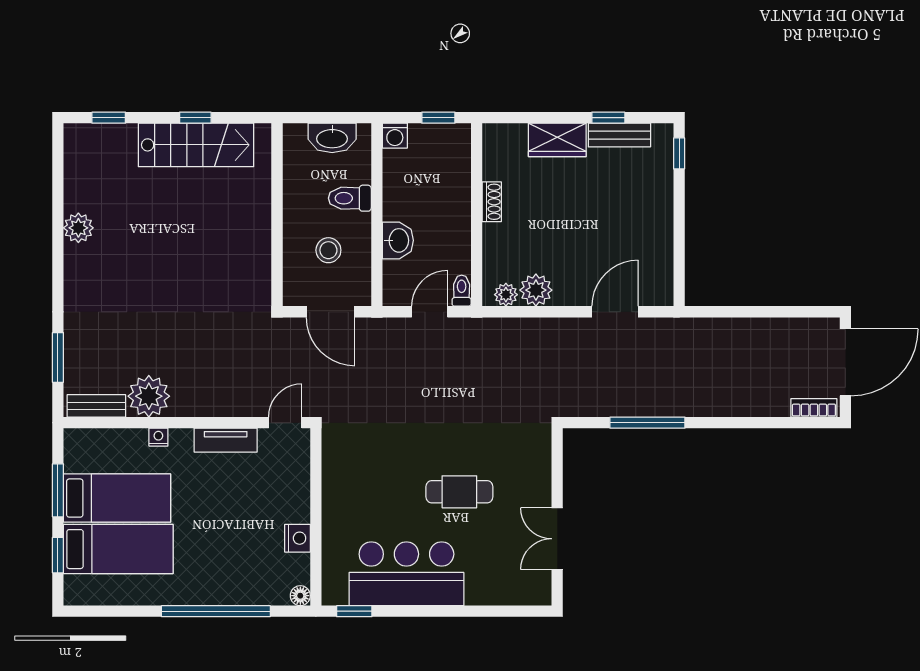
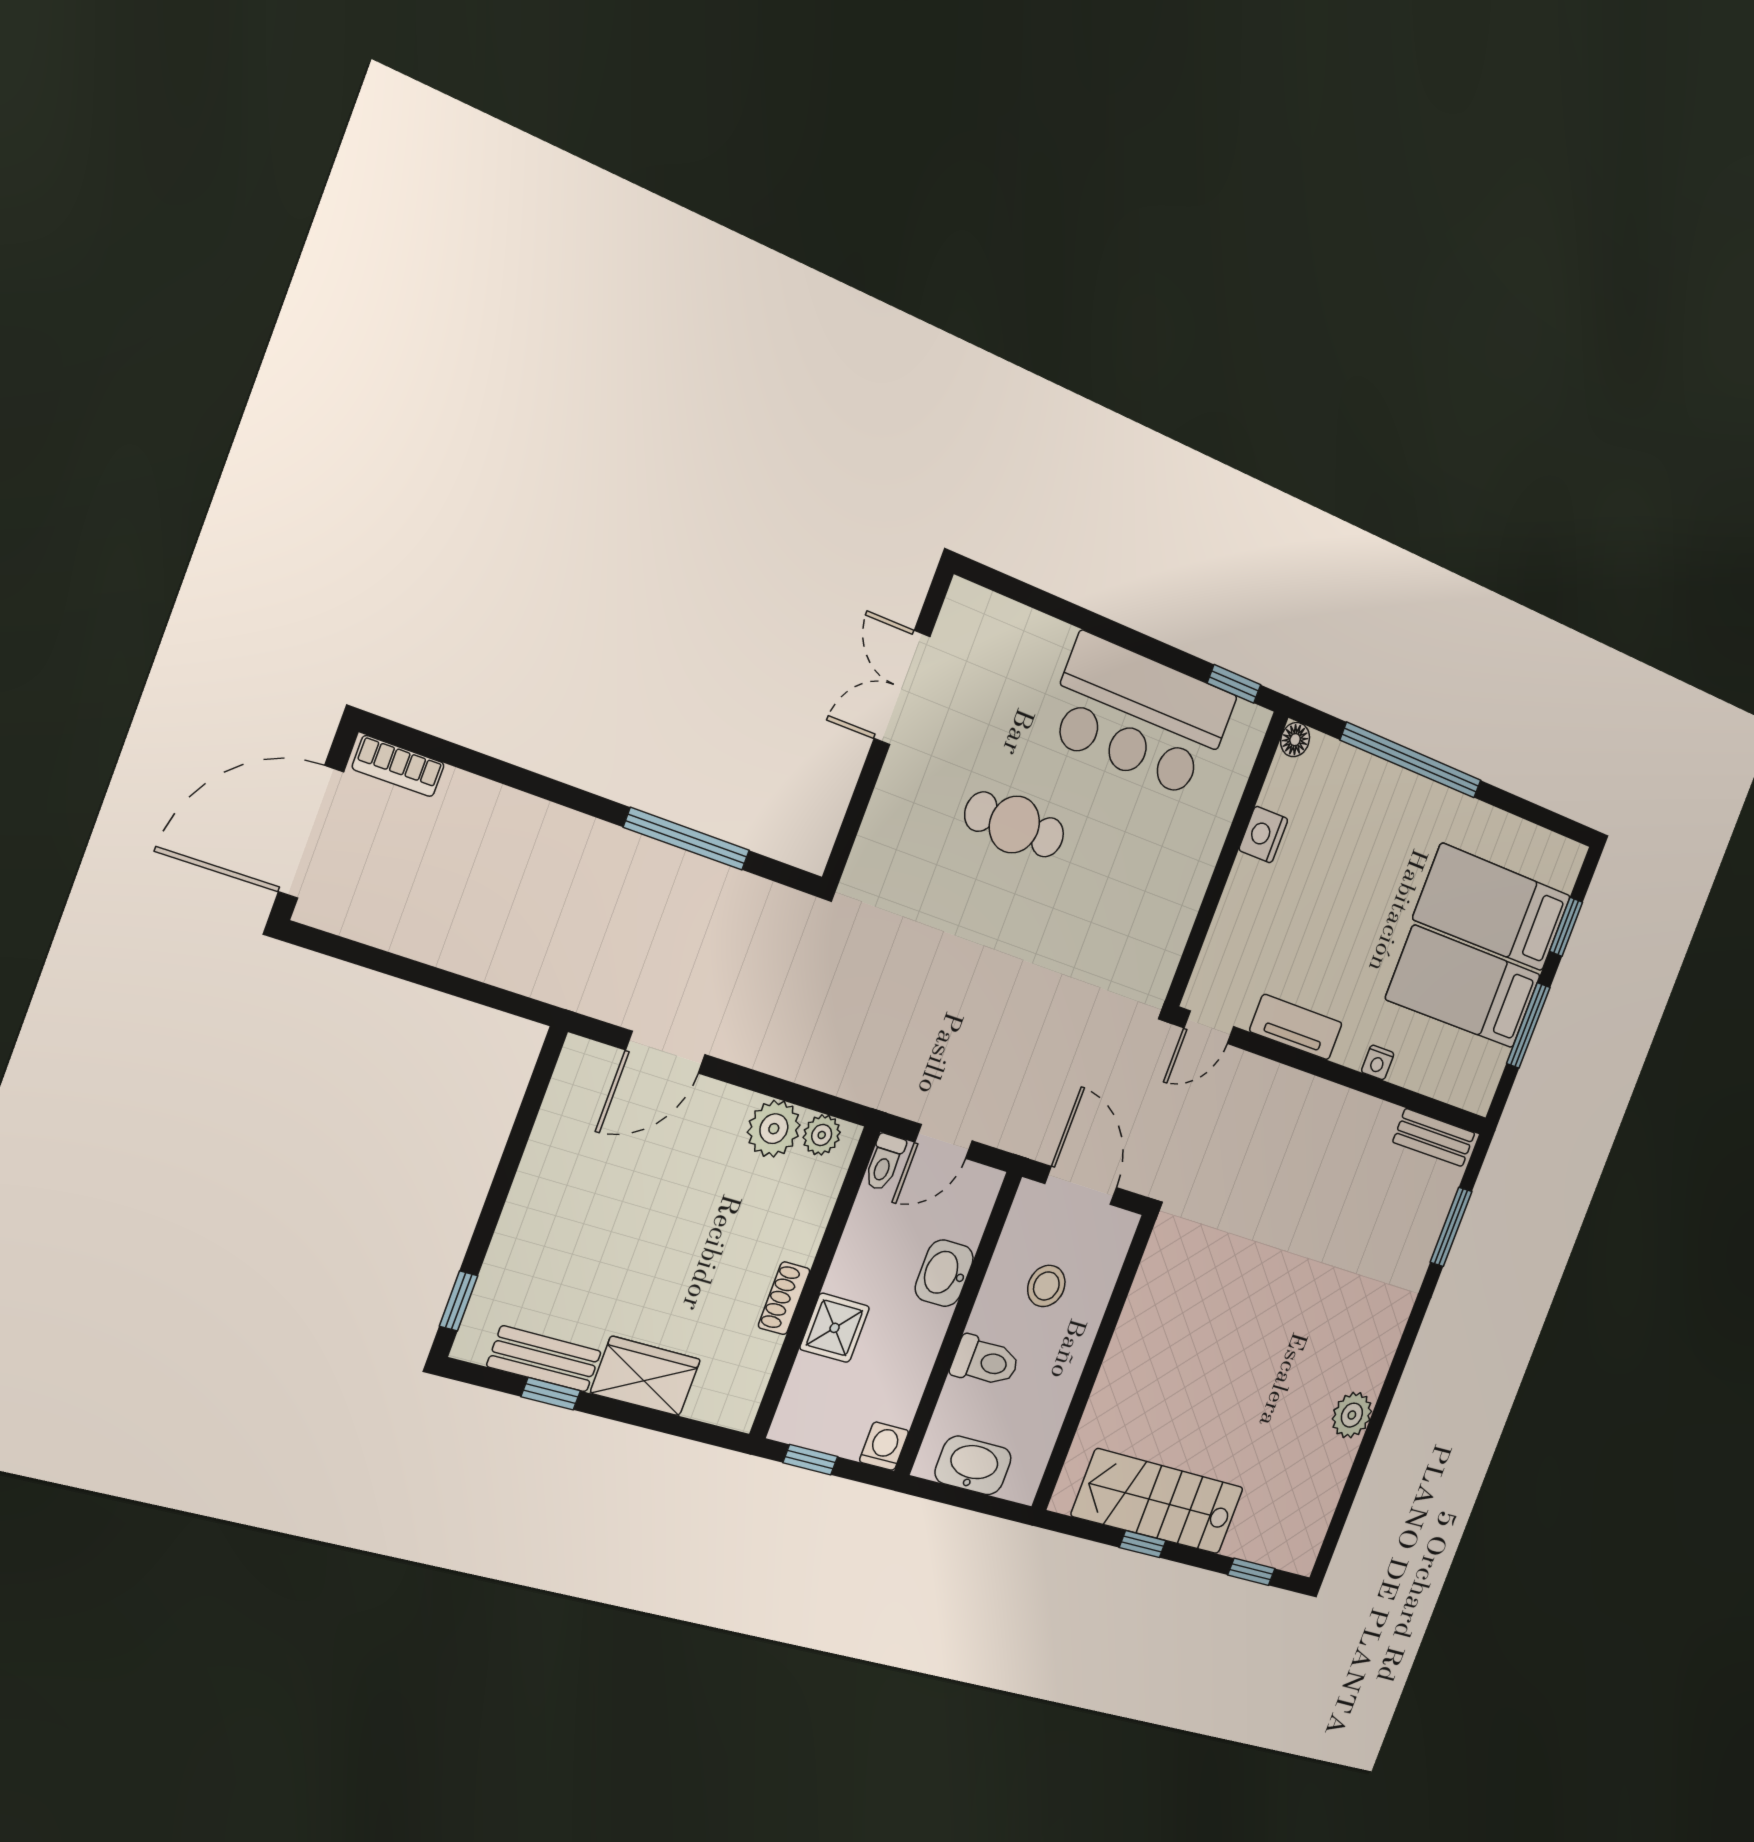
shower: (454, 193) -> (835, 1328), added
plant: (149, 396) -> (1365, 1130), removed
double door: (557, 539) -> (902, 688), swing flipped

